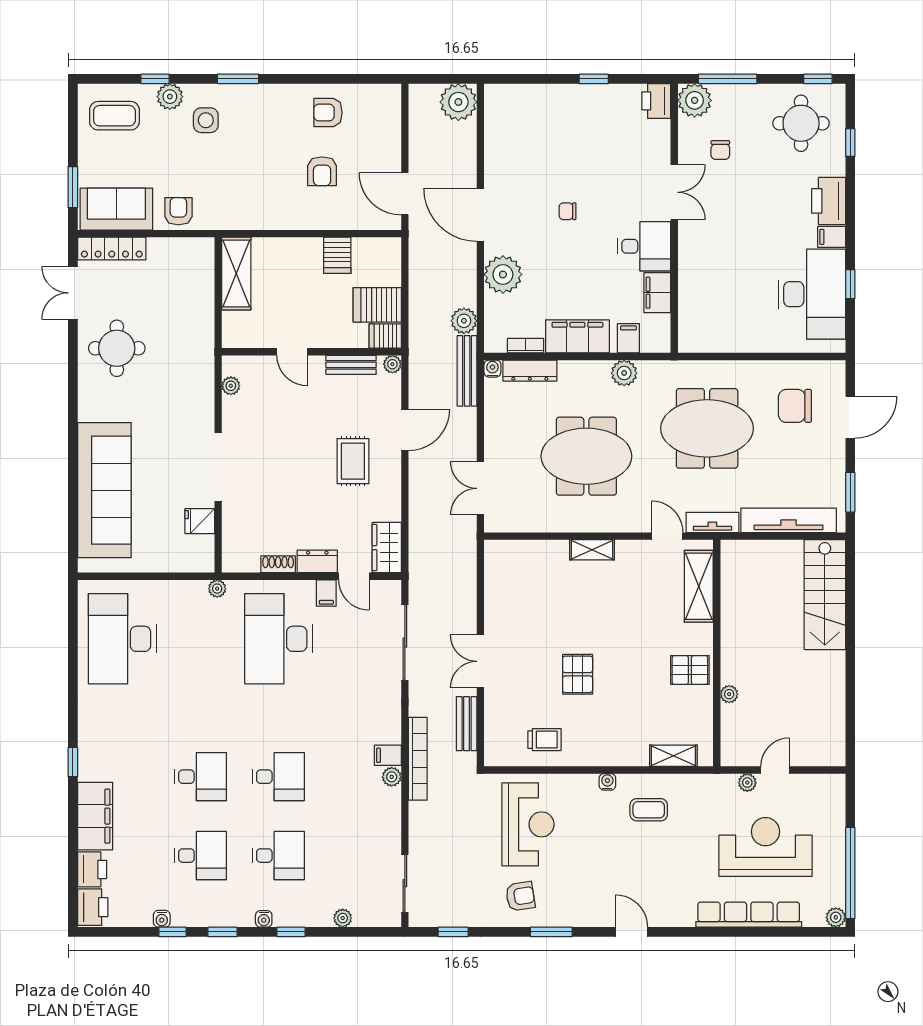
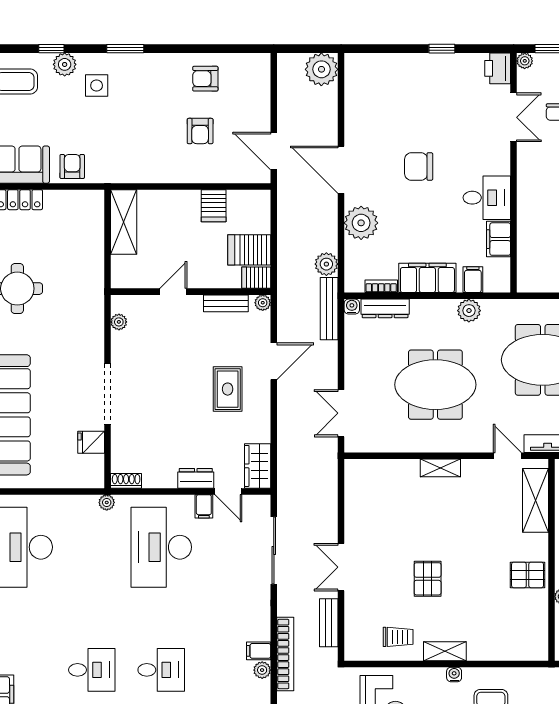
plant: (695, 100) -> (525, 61), width x0.53, depth x0.53
double door: (674, 192) -> (514, 117), moved
chair: (568, 211) -> (419, 167), width x1.87, depth x1.87
door: (292, 352) -> (173, 292), swing flipped
shoe rack: (278, 564) -> (126, 481), moved
shelving: (673, 756) -> (445, 651), moved

